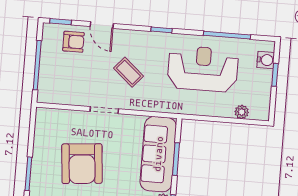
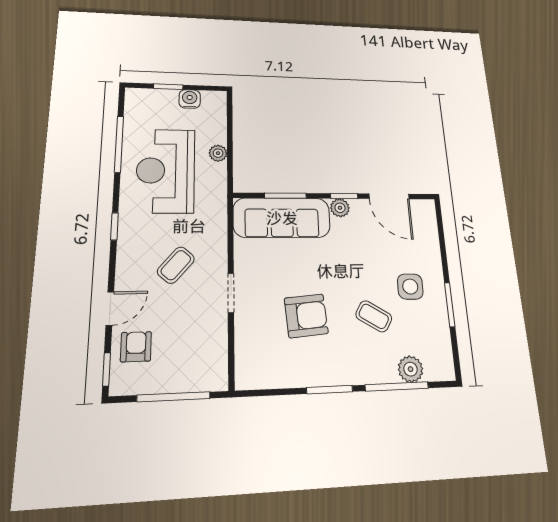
water cooler: (266, 60) -> (190, 99), moved
plant: (242, 112) -> (218, 153), moved
armchair: (82, 164) -> (306, 316), width x0.73, depth x0.73

